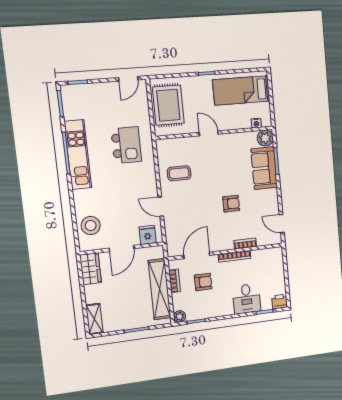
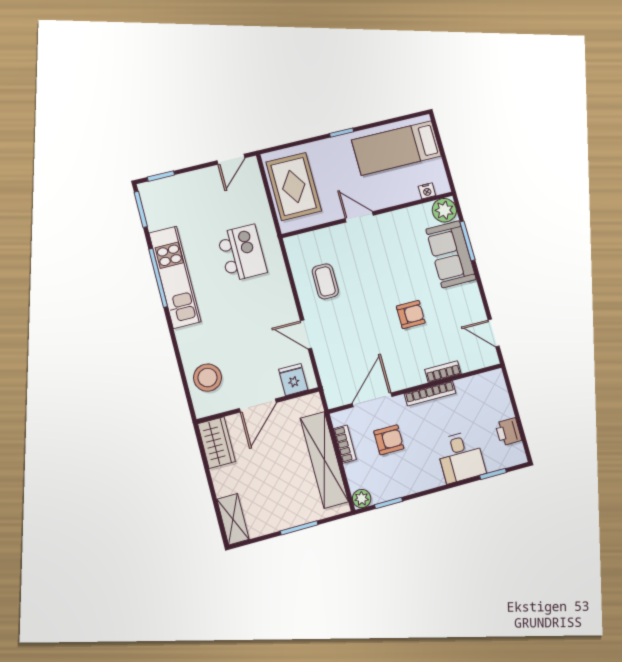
coffee table: (179, 173) -> (325, 281), turned 90
printer: (280, 302) -> (508, 432), moved, turned -90

